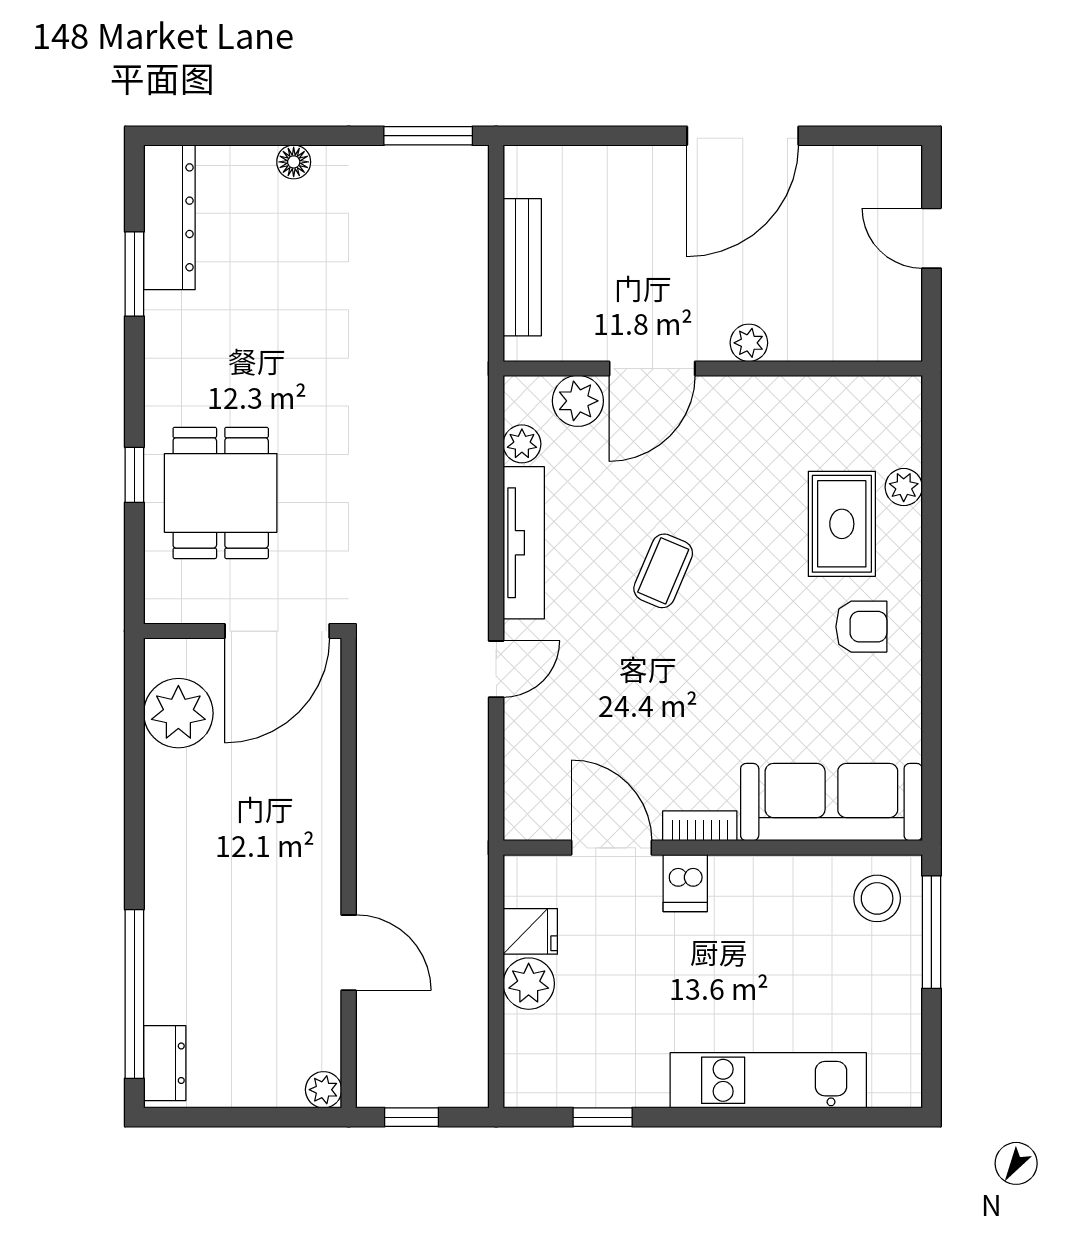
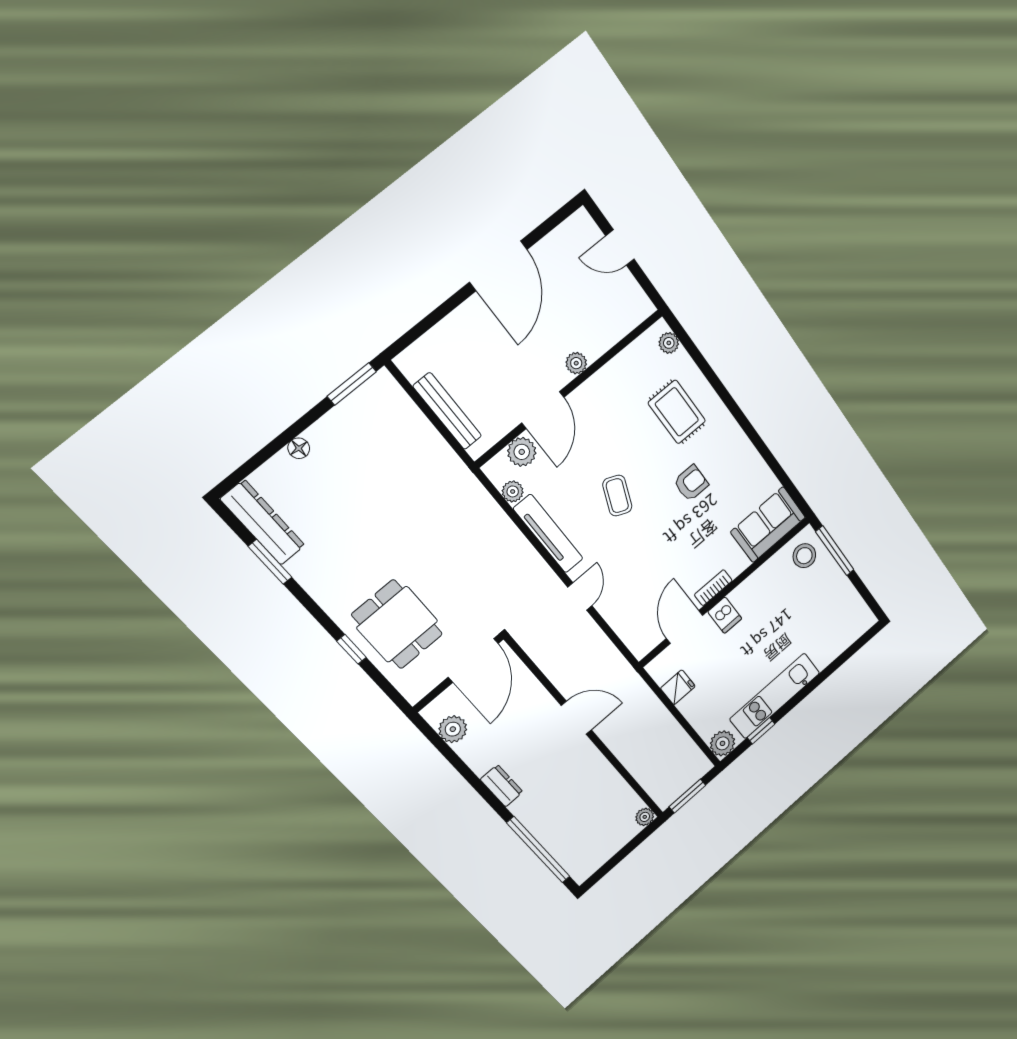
plant: (904, 487) -> (669, 343), moved
armchair: (861, 627) -> (691, 483), moved
plant: (178, 713) -> (453, 729), width x0.73, depth x0.73
sofa: (831, 802) -> (768, 525), width x0.73
door: (612, 848) -> (685, 627), hinge flipped
door: (349, 953) -> (576, 718), moved
plant: (529, 984) -> (722, 743), moved
dresser: (165, 1063) -> (502, 786), moved
kitchen unit: (768, 1080) -> (775, 696), moved
window: (412, 1117) -> (687, 796), width x1.50

